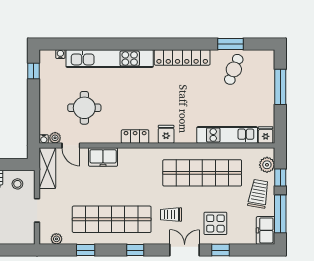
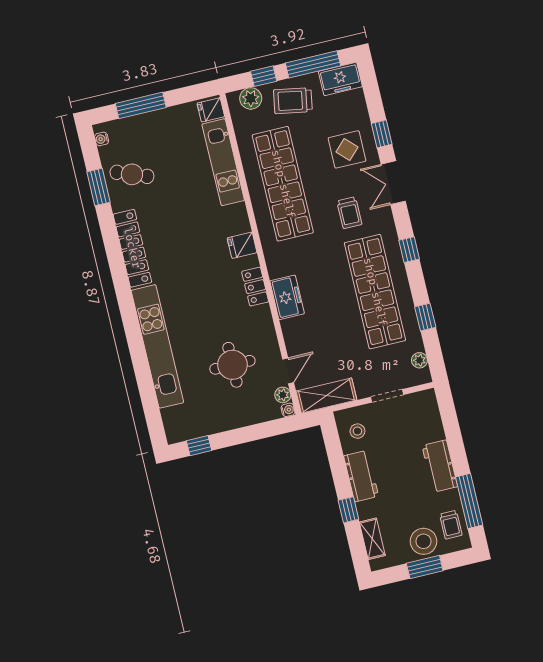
water cooler: (60, 54) -> (102, 139), moved
freezer: (103, 157) -> (287, 297), moved

